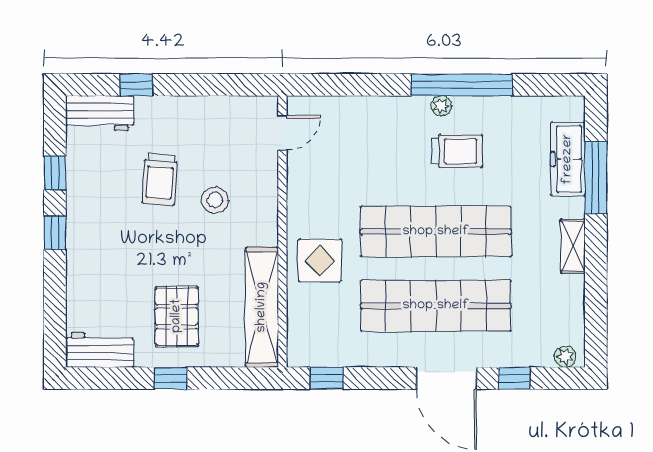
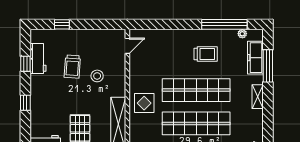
window: (462, 85) -> (224, 24), moved
plant: (441, 106) -> (242, 34), moved
workbench: (100, 113) -> (38, 59), moved, turned -90
window: (55, 233) -> (25, 103), moved

